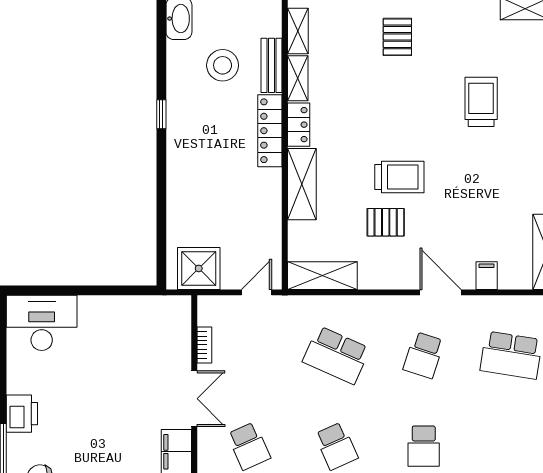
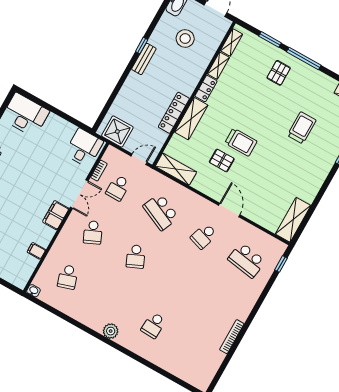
bench: (271, 65) -> (144, 59), moved
locker: (270, 131) -> (174, 113), moved
filing cabinet: (487, 276) -> (256, 214), removed
desk: (161, 323) -> (84, 148), added
school desk: (424, 446) -> (118, 188), moved

